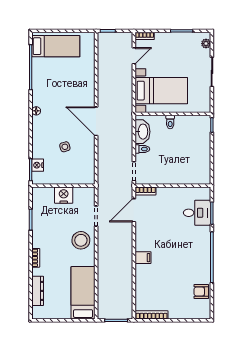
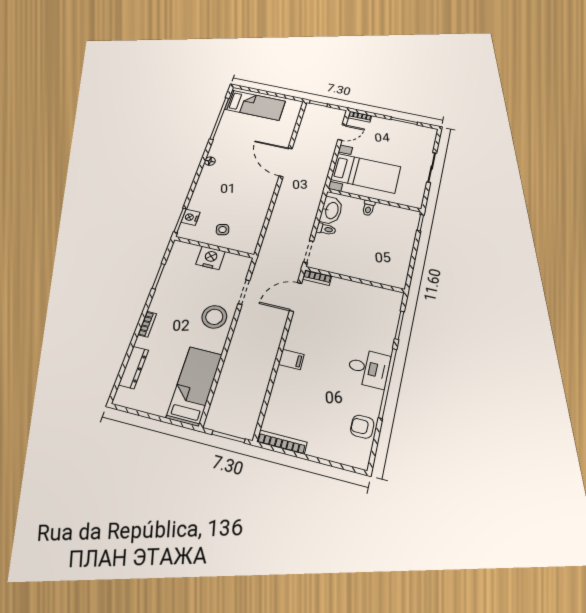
plant: (206, 44) -> (430, 138), removed
door: (96, 121) -> (286, 162), moved
side table: (65, 147) -> (223, 230), moved
desk: (197, 213) -> (369, 368), moved

